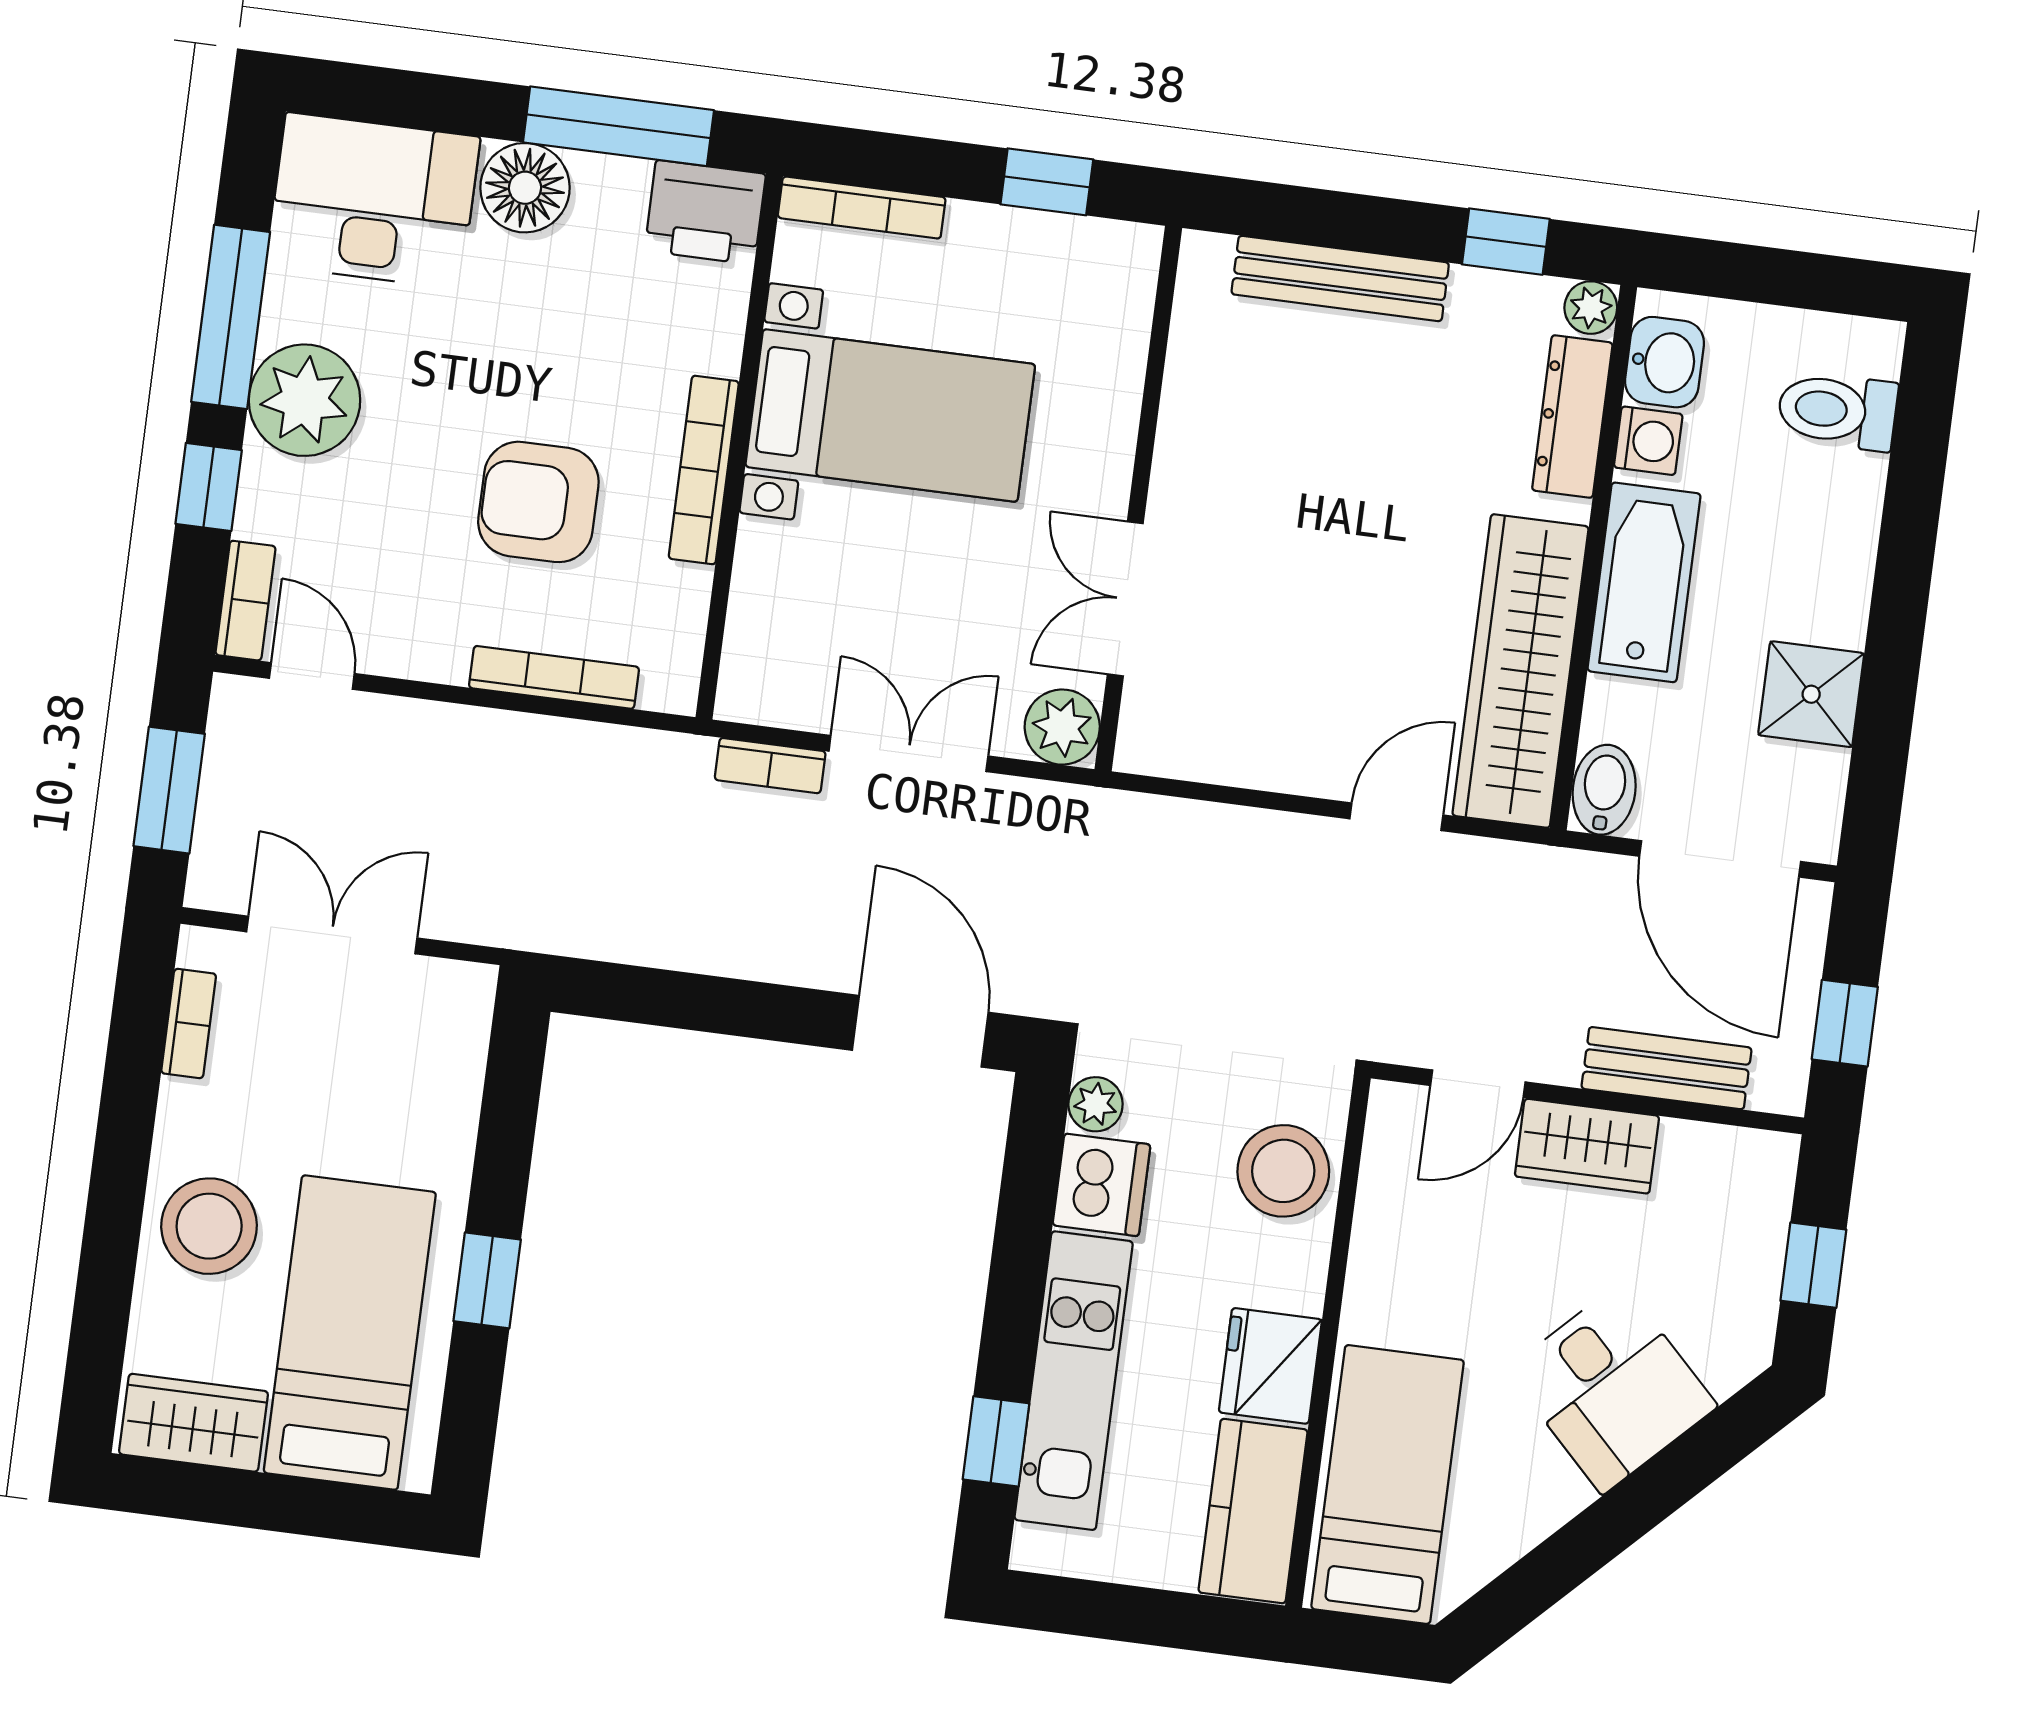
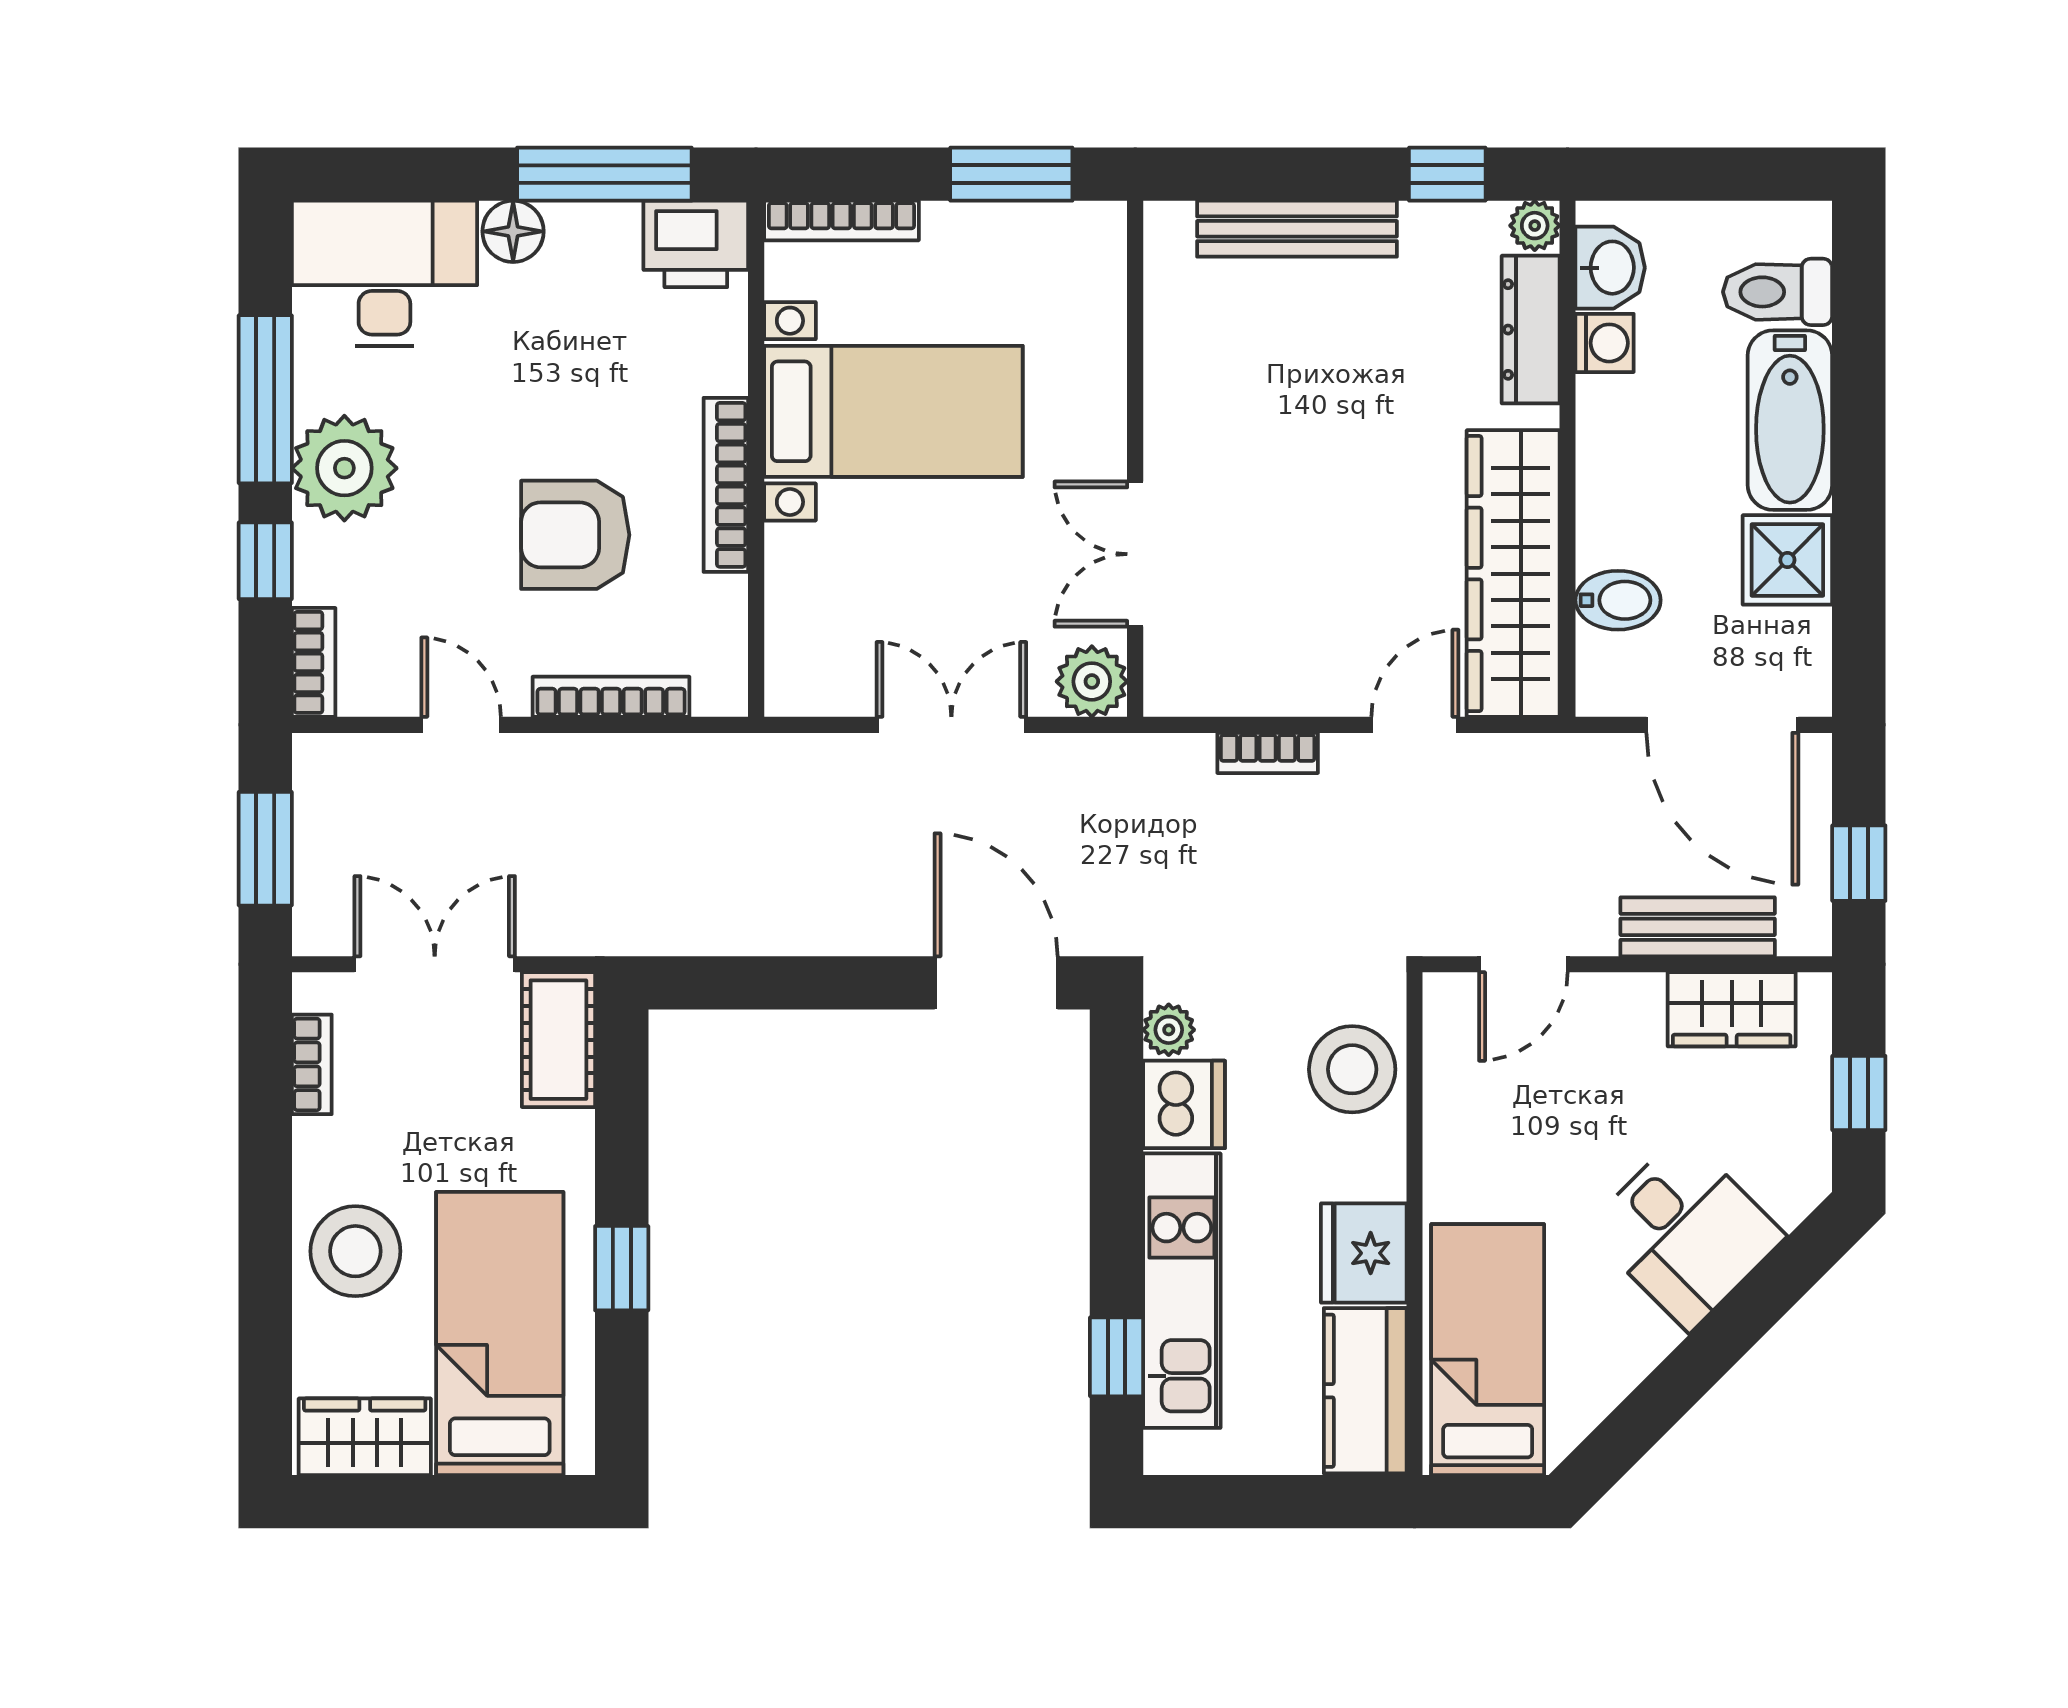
window: (1047, 182) -> (1011, 174), width x1.50
floor lamp: (525, 188) -> (513, 231), width x0.73, depth x0.73
bathtub: (1644, 582) -> (1790, 420), moved, turned 180
door: (312, 676) -> (461, 725), moved
bookcase: (770, 766) -> (1268, 753), moved
bidet: (1604, 790) -> (1618, 600), moved, turned 90
cot: (452, 1031) -> (558, 1040), added
wardrobe: (1587, 1146) -> (1732, 1009), moved

